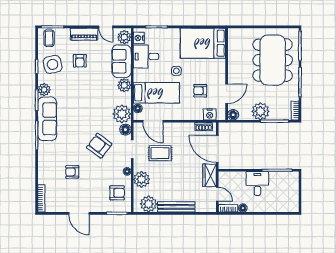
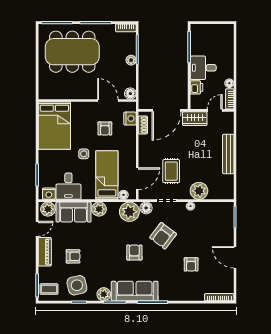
plant: (261, 111) -> (131, 60), width x0.53, depth x0.53
printer: (239, 177) -> (197, 87), added
armchair: (117, 193) -> (134, 252), moved
plant: (148, 204) -> (225, 183), removed
door: (79, 213) -> (235, 257), swing flipped

